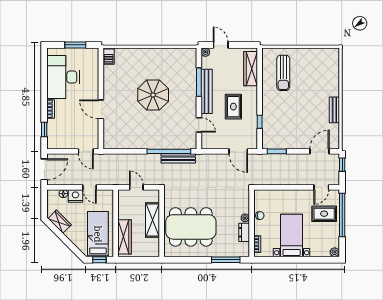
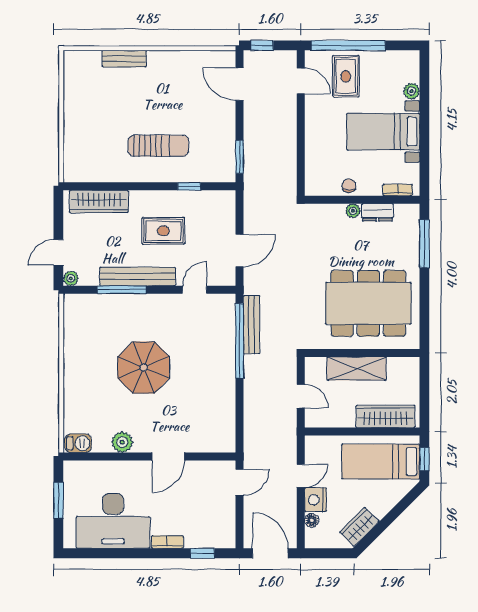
sun lounger: (283, 73) -> (158, 146), moved
plant: (109, 82) -> (122, 442), added
bench: (334, 110) -> (124, 59), moved
door: (238, 151) -> (239, 251), moved
door: (136, 187) -> (301, 396), swing flipped
dining table: (191, 227) -> (368, 303), turned 90
plant: (335, 252) -> (412, 91), moved

